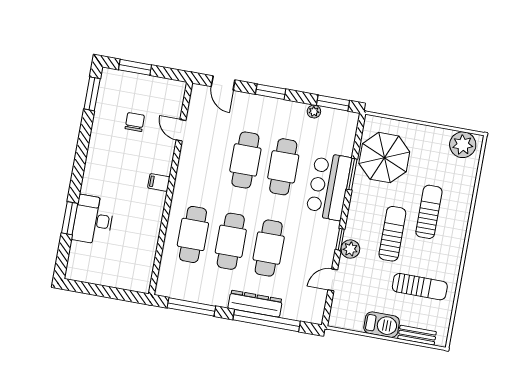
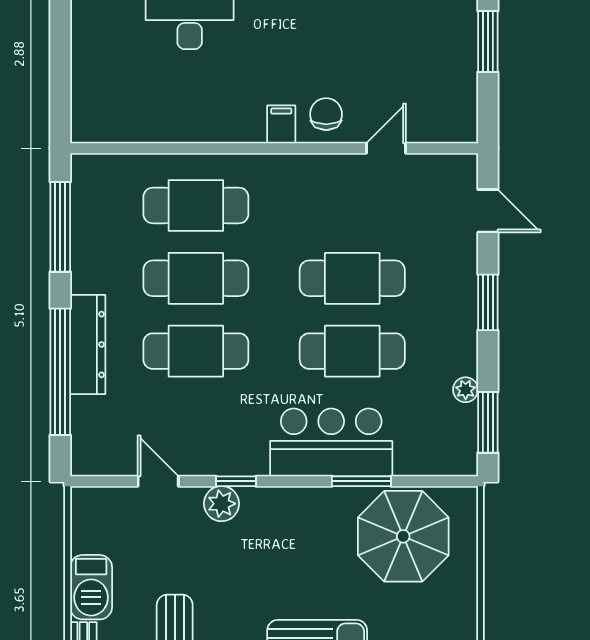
door: (223, 83) -> (488, 211), swing flipped
chair: (135, 122) -> (326, 114), moved, turned -90
sun lounger: (392, 234) -> (264, 577), removed

